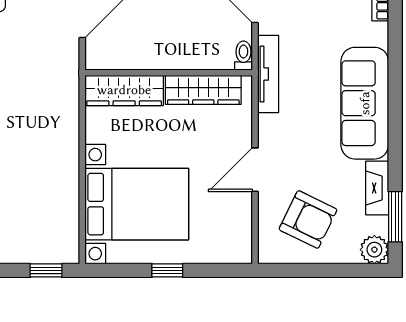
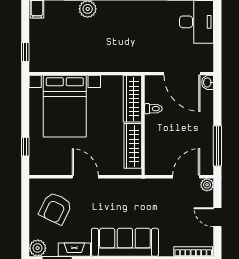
toilet: (243, 56) -> (153, 109), moved
tv unit: (268, 74) -> (142, 185), removed
window: (167, 270) -> (25, 147), moved

